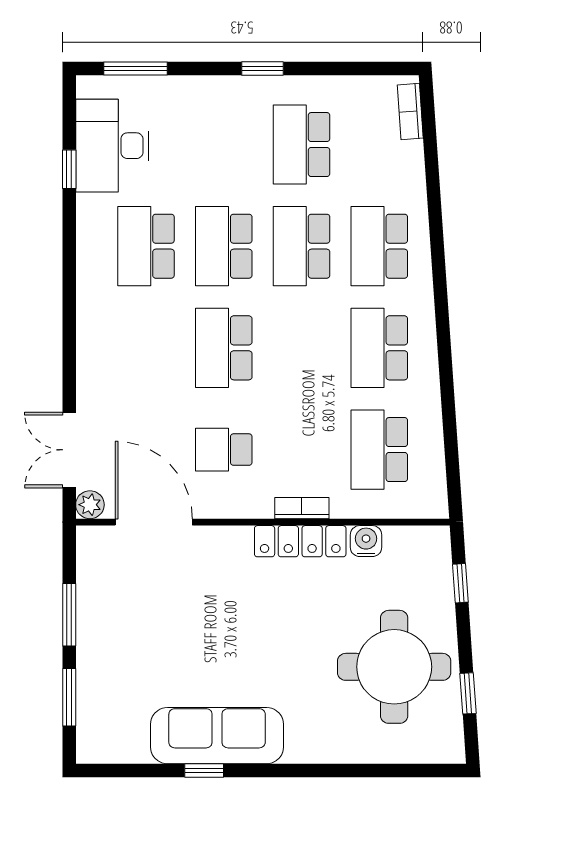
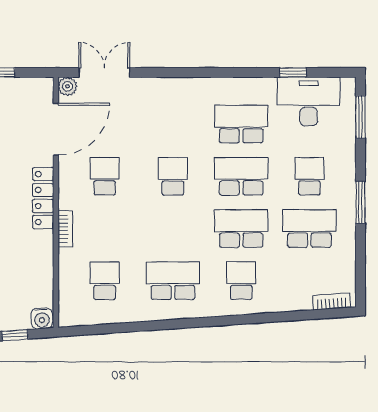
window: (262, 69) -> (360, 202), width x1.50
school desk: (224, 145) -> (309, 176), added
school desk: (379, 246) -> (241, 281), width x0.54
school desk: (224, 348) -> (173, 176), width x0.54
school desk: (379, 450) -> (105, 281), width x0.54
locker: (300, 541) -> (43, 198), moved
water cooler: (366, 541) -> (42, 318), moved, turned 86

